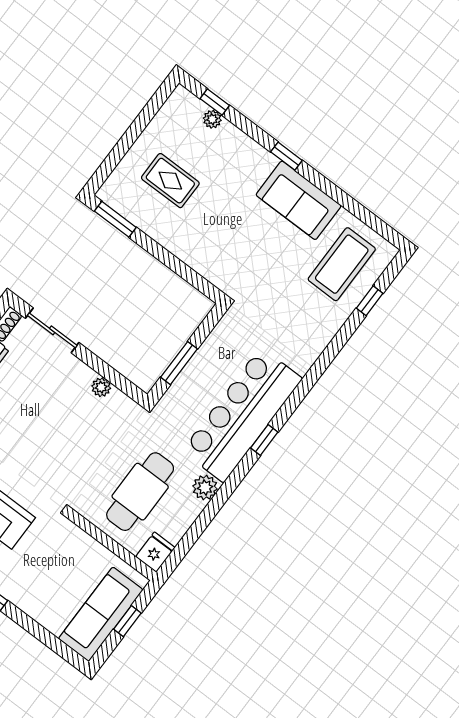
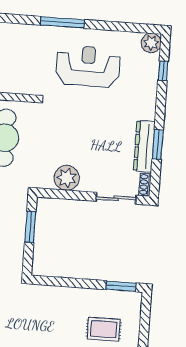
plant: (101, 387) -> (67, 178), width x1.87, depth x1.87

